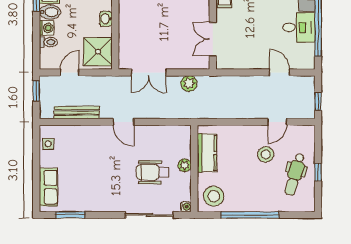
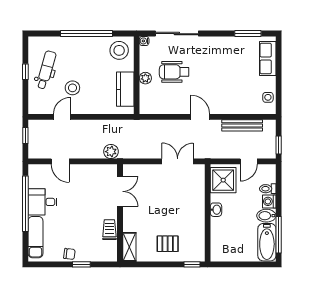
plant: (189, 84) -> (111, 152), moved
wheelchair: (153, 172) -> (174, 72), turned 180

